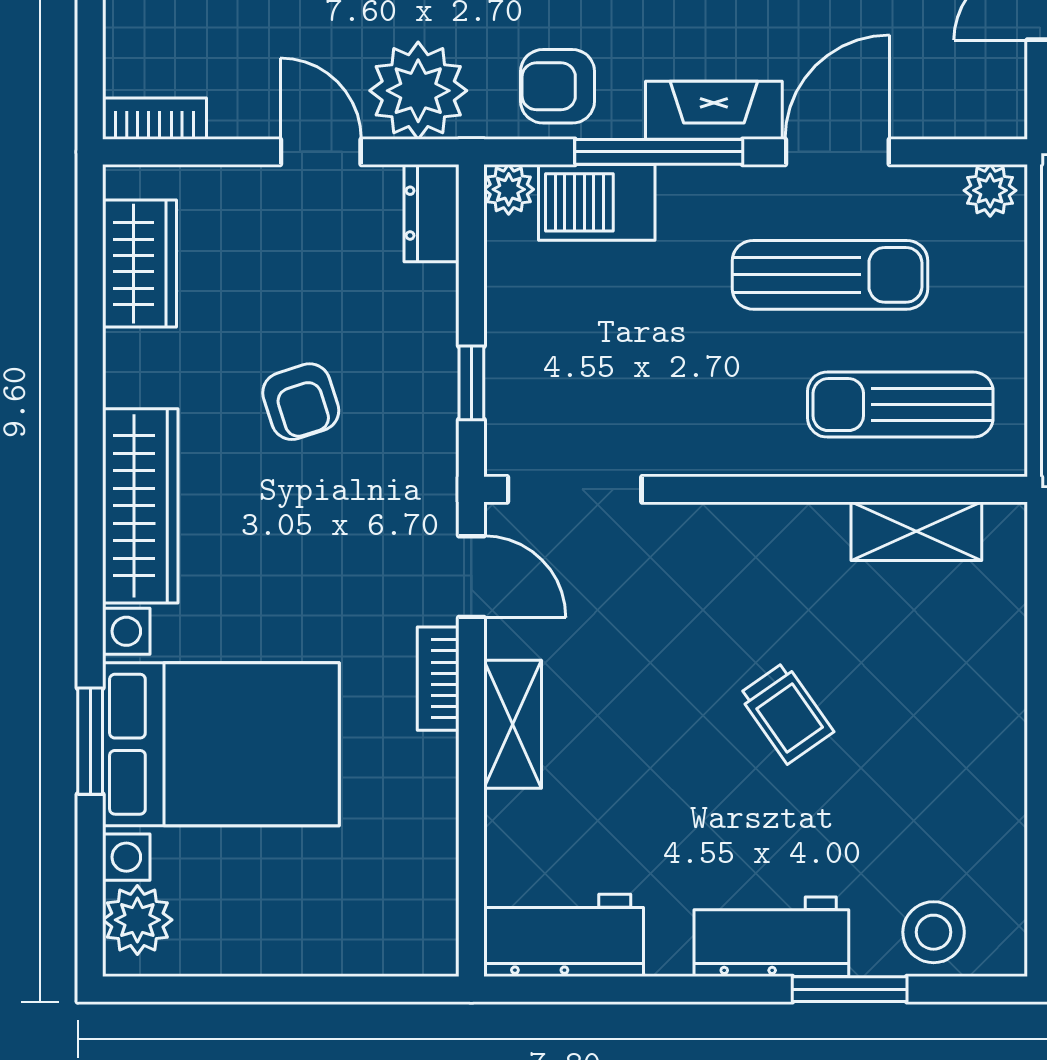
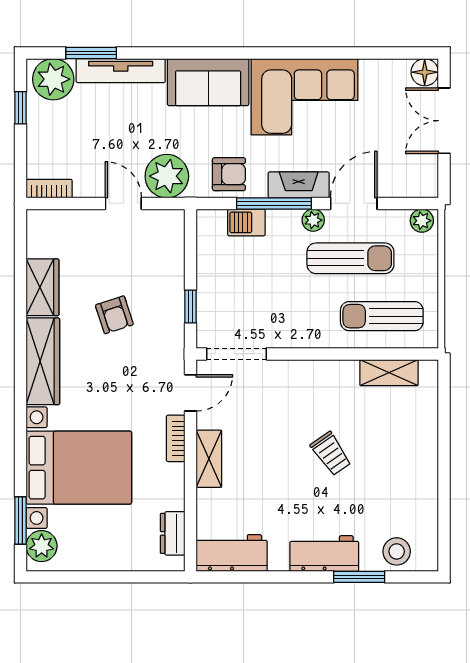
armchair: (558, 86) -> (229, 174), turned 180
plant: (509, 189) -> (313, 220), moved
barbecue: (597, 202) -> (246, 222), width x0.73, depth x0.79
dresser: (431, 213) -> (173, 533), moved
wardrobe: (140, 264) -> (42, 287), moved
door: (471, 577) -> (190, 393), hinge flipped
window: (90, 741) -> (20, 521), moved

